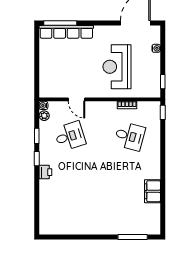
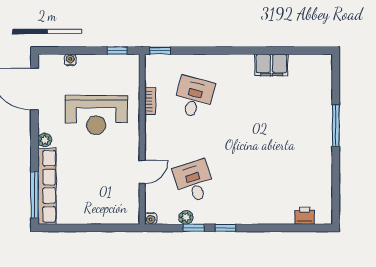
plant: (99, 30) -> (45, 140), added
plant: (44, 116) -> (186, 217), moved
printer: (45, 172) -> (305, 216), moved
window: (133, 237) -> (336, 126), moved

